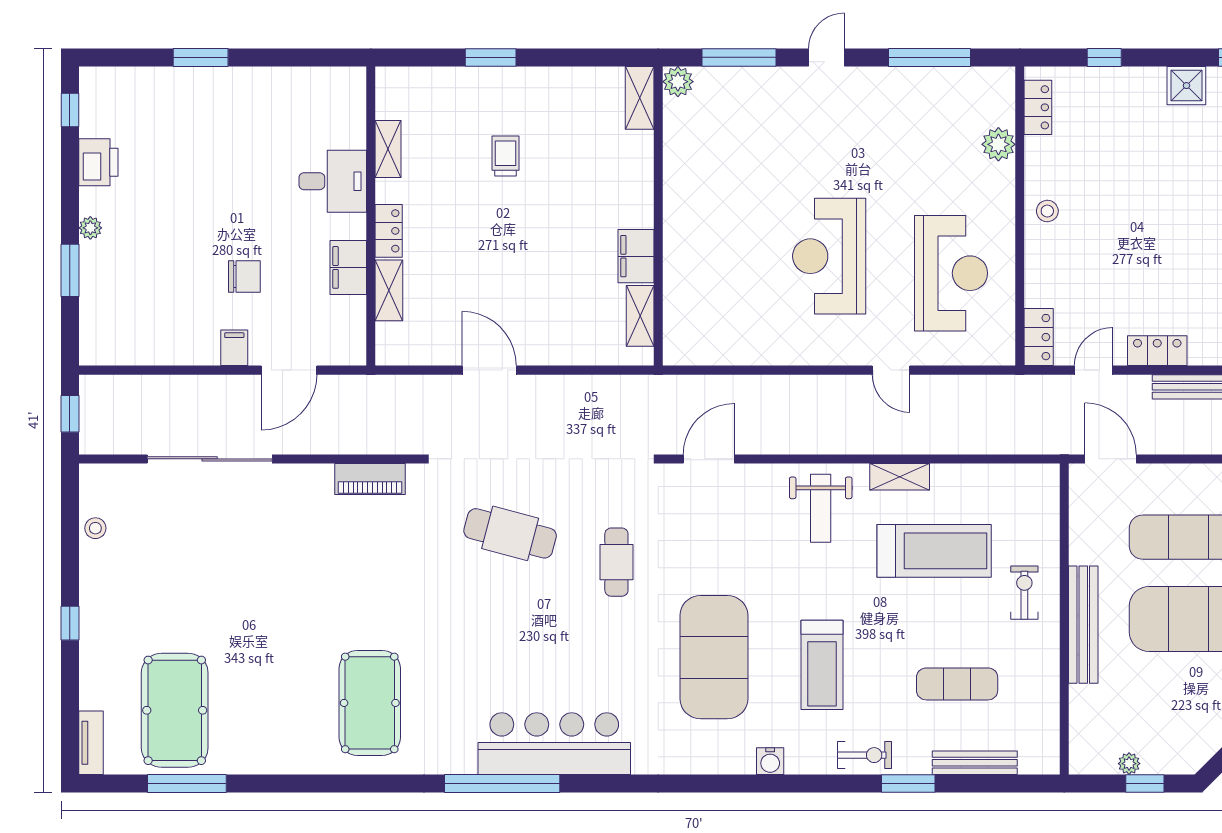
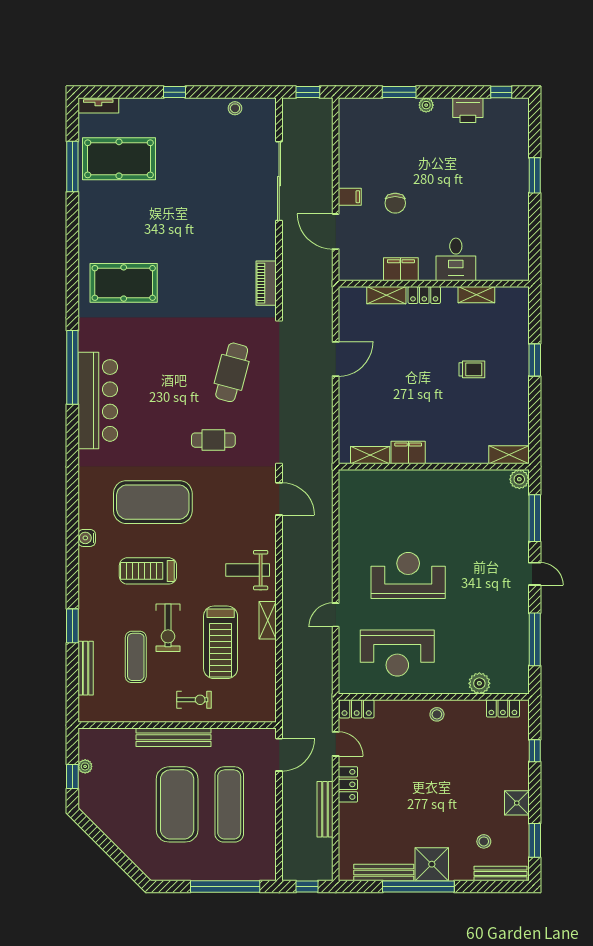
exercise bike: (864, 755) -> (168, 628), moved, width x1.38, depth x1.39

